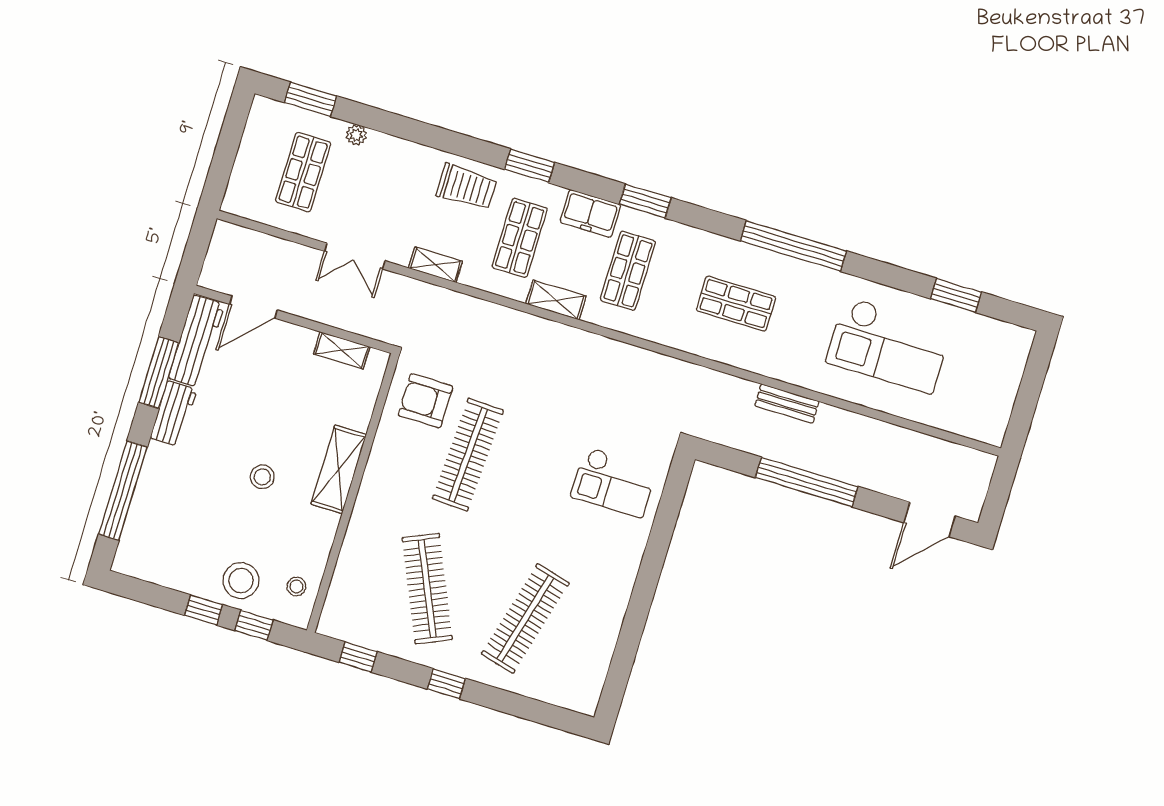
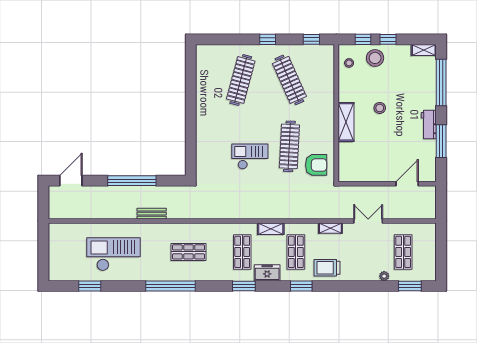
workbench: (196, 341) -> (428, 160), removed
shelving: (342, 350) -> (424, 50), moved
checkout: (614, 482) -> (250, 157), moved

